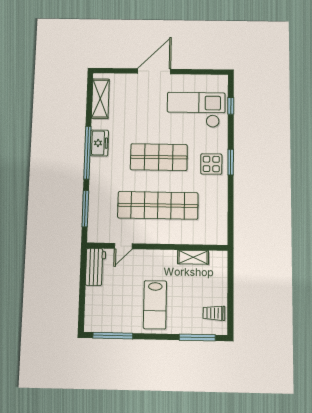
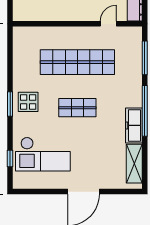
freezer: (99, 143) -> (134, 125), width x1.40
shop shelf: (159, 157) -> (77, 108), width x0.70, depth x0.74
shelving: (193, 257) -> (44, 15), removed

